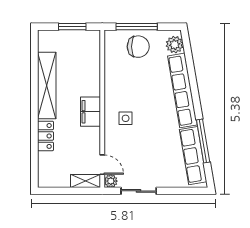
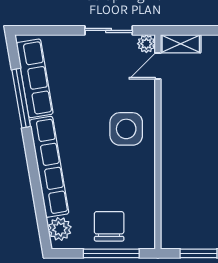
chair: (138, 47) -> (109, 226), turned 90
filing cabinet: (90, 112) -> (174, 138), removed
side table: (126, 118) -> (126, 129), width x1.87, depth x1.87
door: (102, 165) -> (158, 66), hinge flipped

